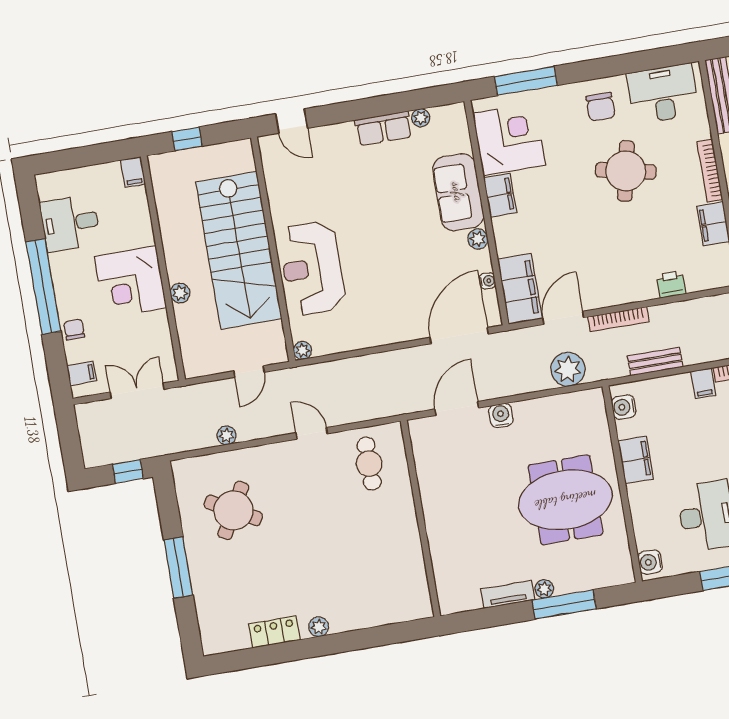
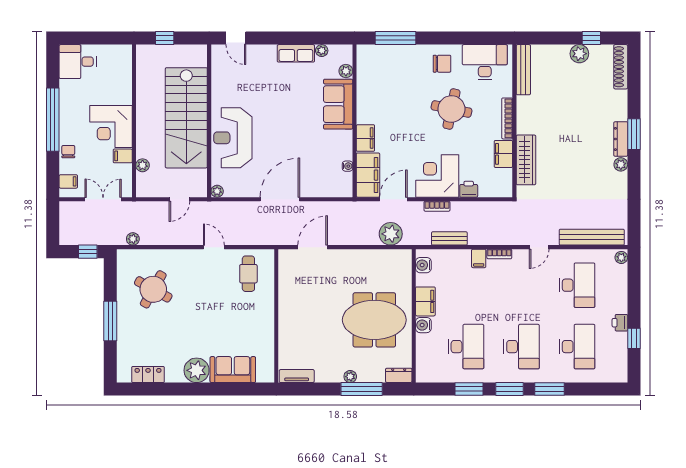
chair: (601, 107) -> (442, 64), turned -90
corner desk: (509, 139) -> (437, 176), moved, turned -90
filing cabinet: (133, 172) -> (123, 156), moved, turned 90
filing cabinet: (500, 195) -> (365, 138), moved
desk: (70, 223) -> (78, 62), moved
plant: (478, 239) -> (346, 71), moved
plant: (180, 293) -> (143, 165), moved
bookcase: (618, 319) -> (437, 206), width x0.64
door: (459, 336) -> (280, 199), moved
water cooler: (501, 415) -> (341, 257), removed
plant: (227, 435) -> (133, 239), moved
water cooler: (650, 562) -> (423, 325), moved
dresser: (615, 575) -> (399, 375), added
tv unit: (508, 594) -> (297, 376), moved
sofa: (370, 608) -> (233, 370), added
plant: (319, 627) -> (197, 370), width x1.88, depth x1.88
locker: (274, 632) -> (148, 374), moved

